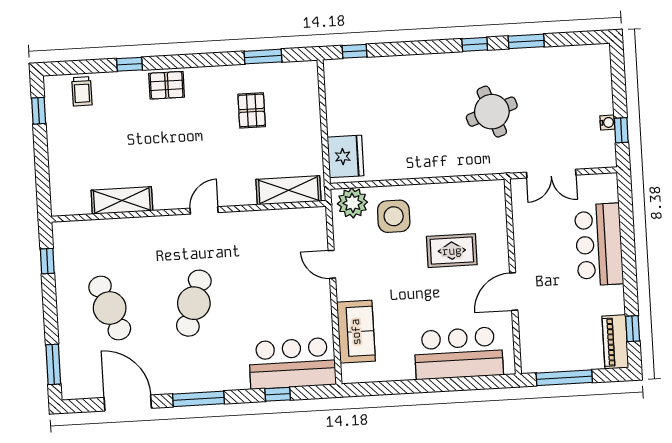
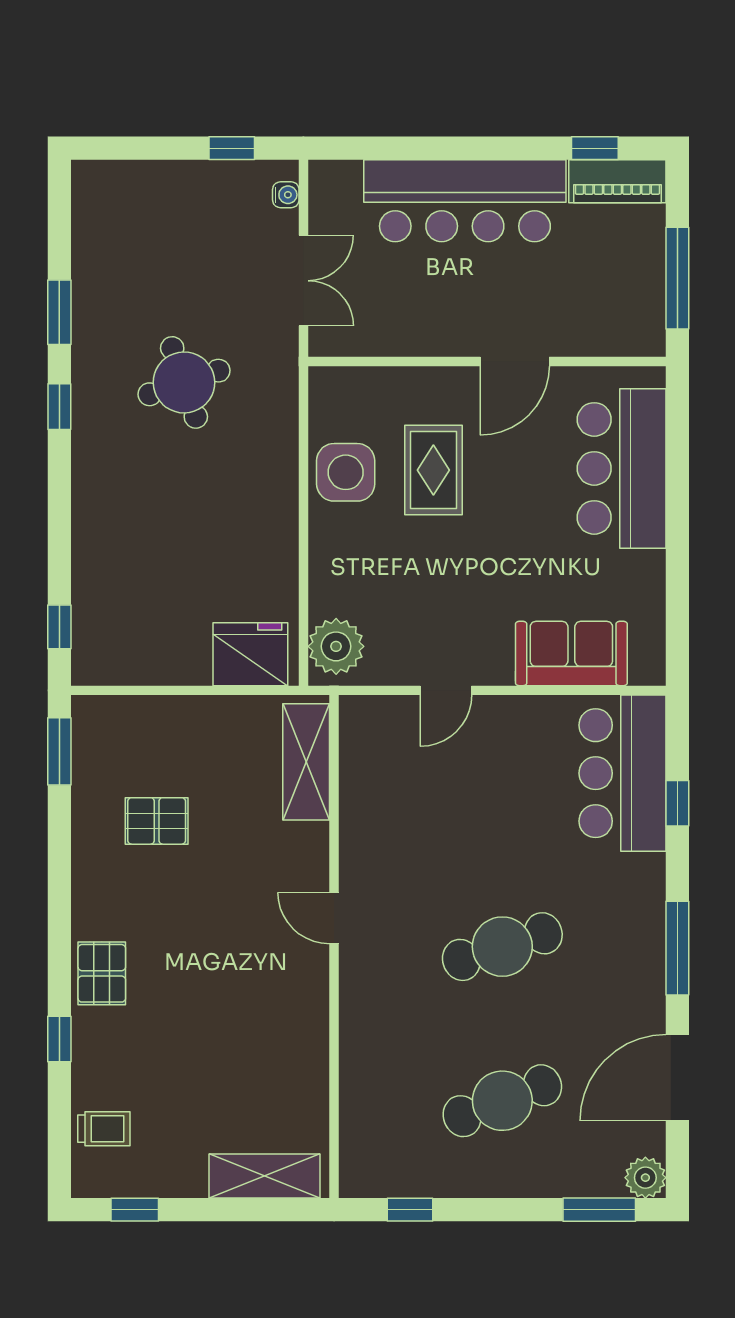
window: (263, 57) -> (59, 751), moved
water cooler: (607, 122) -> (286, 195), moved, turned 90
shelving: (122, 200) -> (264, 1176), moved, turned 90
side table: (394, 216) -> (346, 472), moved
bar counter: (599, 245) -> (465, 201), width x1.36
door: (514, 291) -> (515, 361), hinge flipped
cafe table: (194, 303) -> (502, 947), turned -36
plant: (72, 389) -> (645, 1178), added

